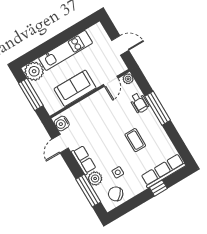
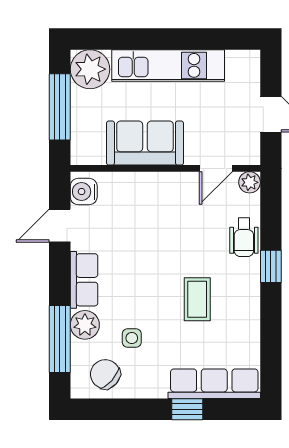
window: (158, 108) -> (271, 266), width x0.46

